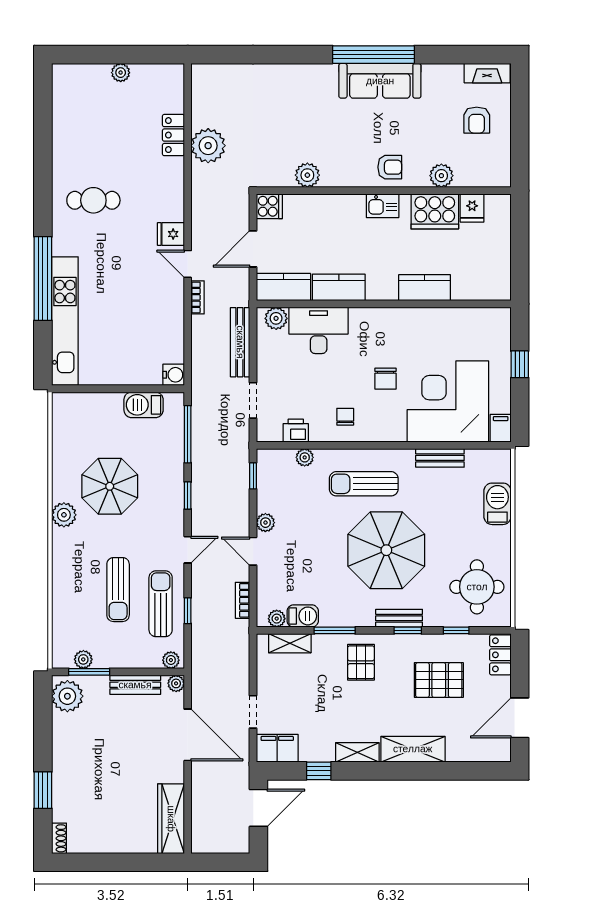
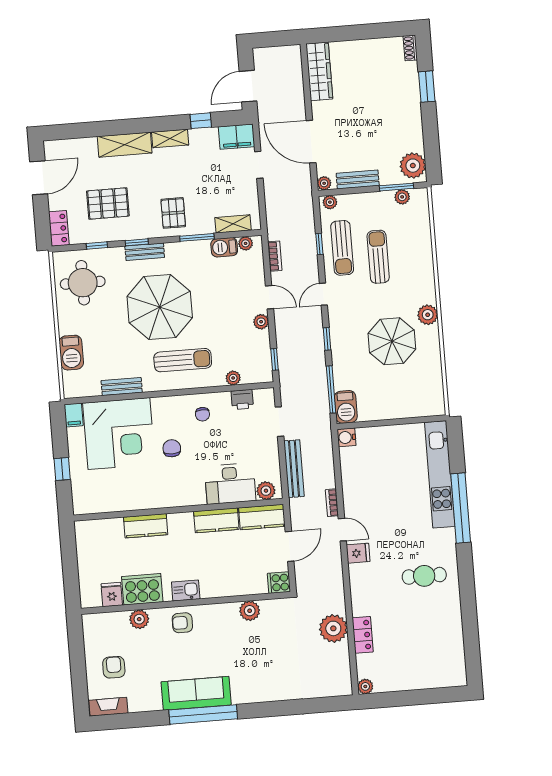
plant: (121, 73) -> (365, 686), moved
barbecue: (144, 405) -> (346, 407), moved, turned 90

